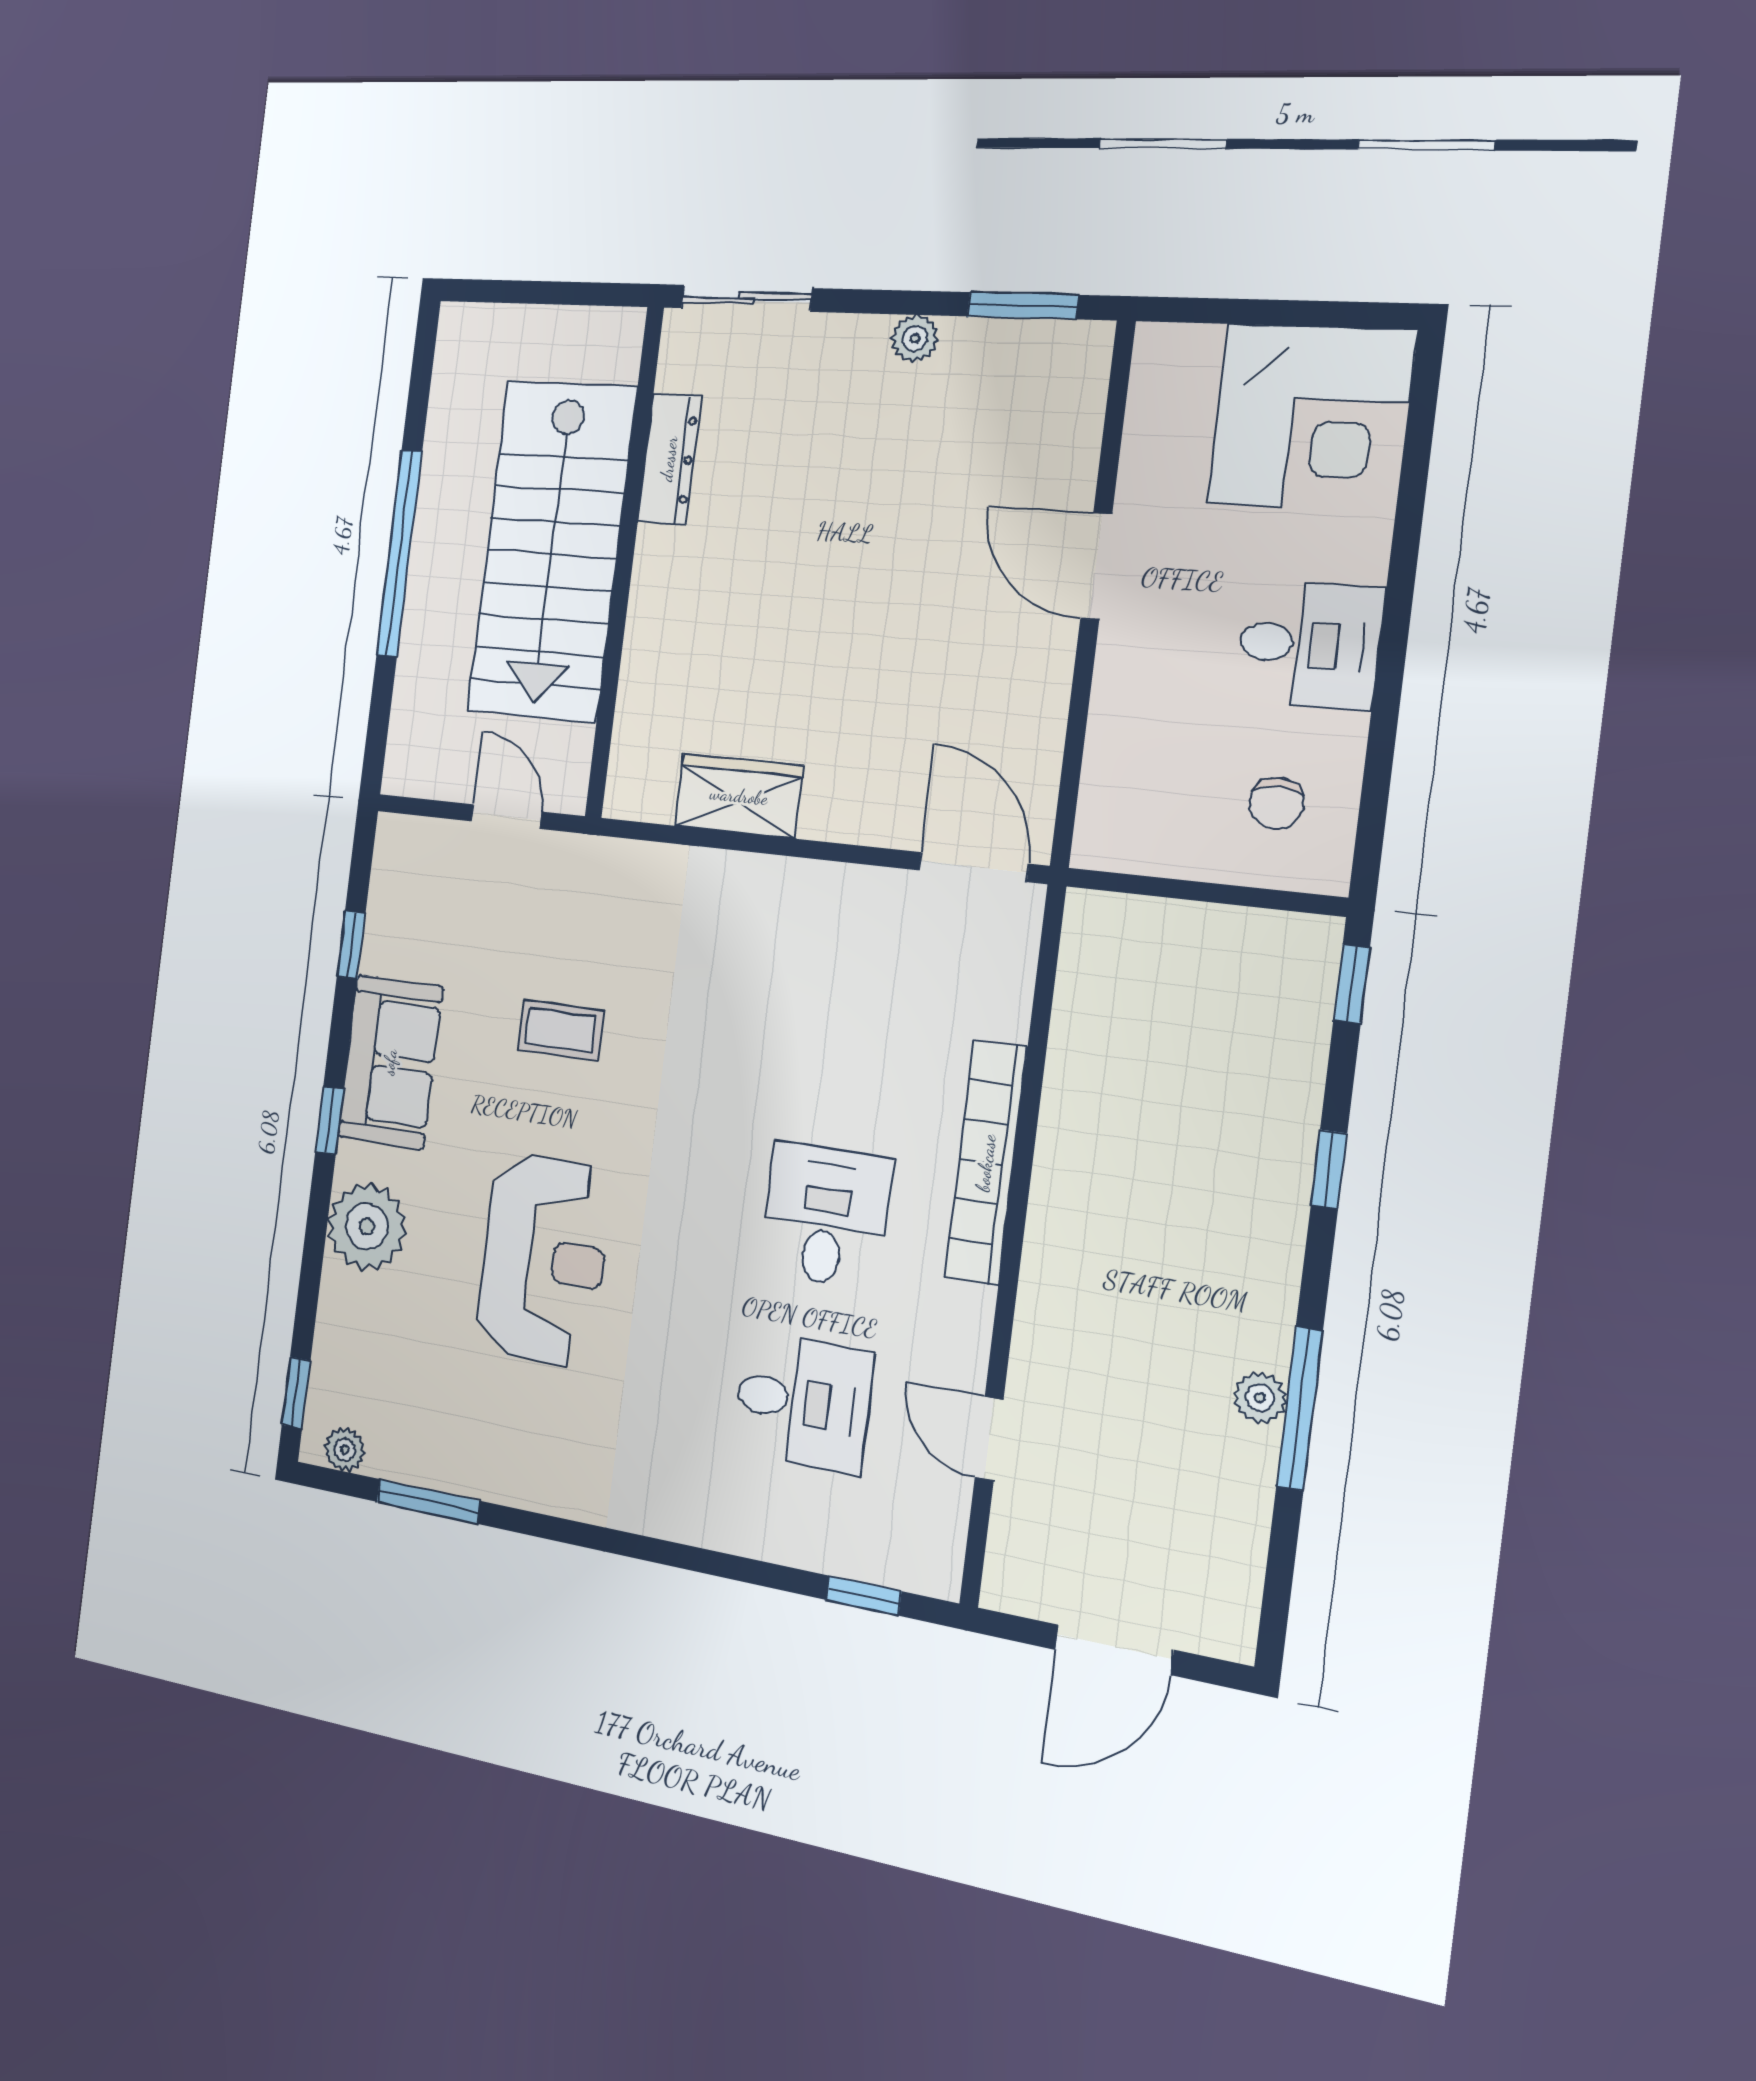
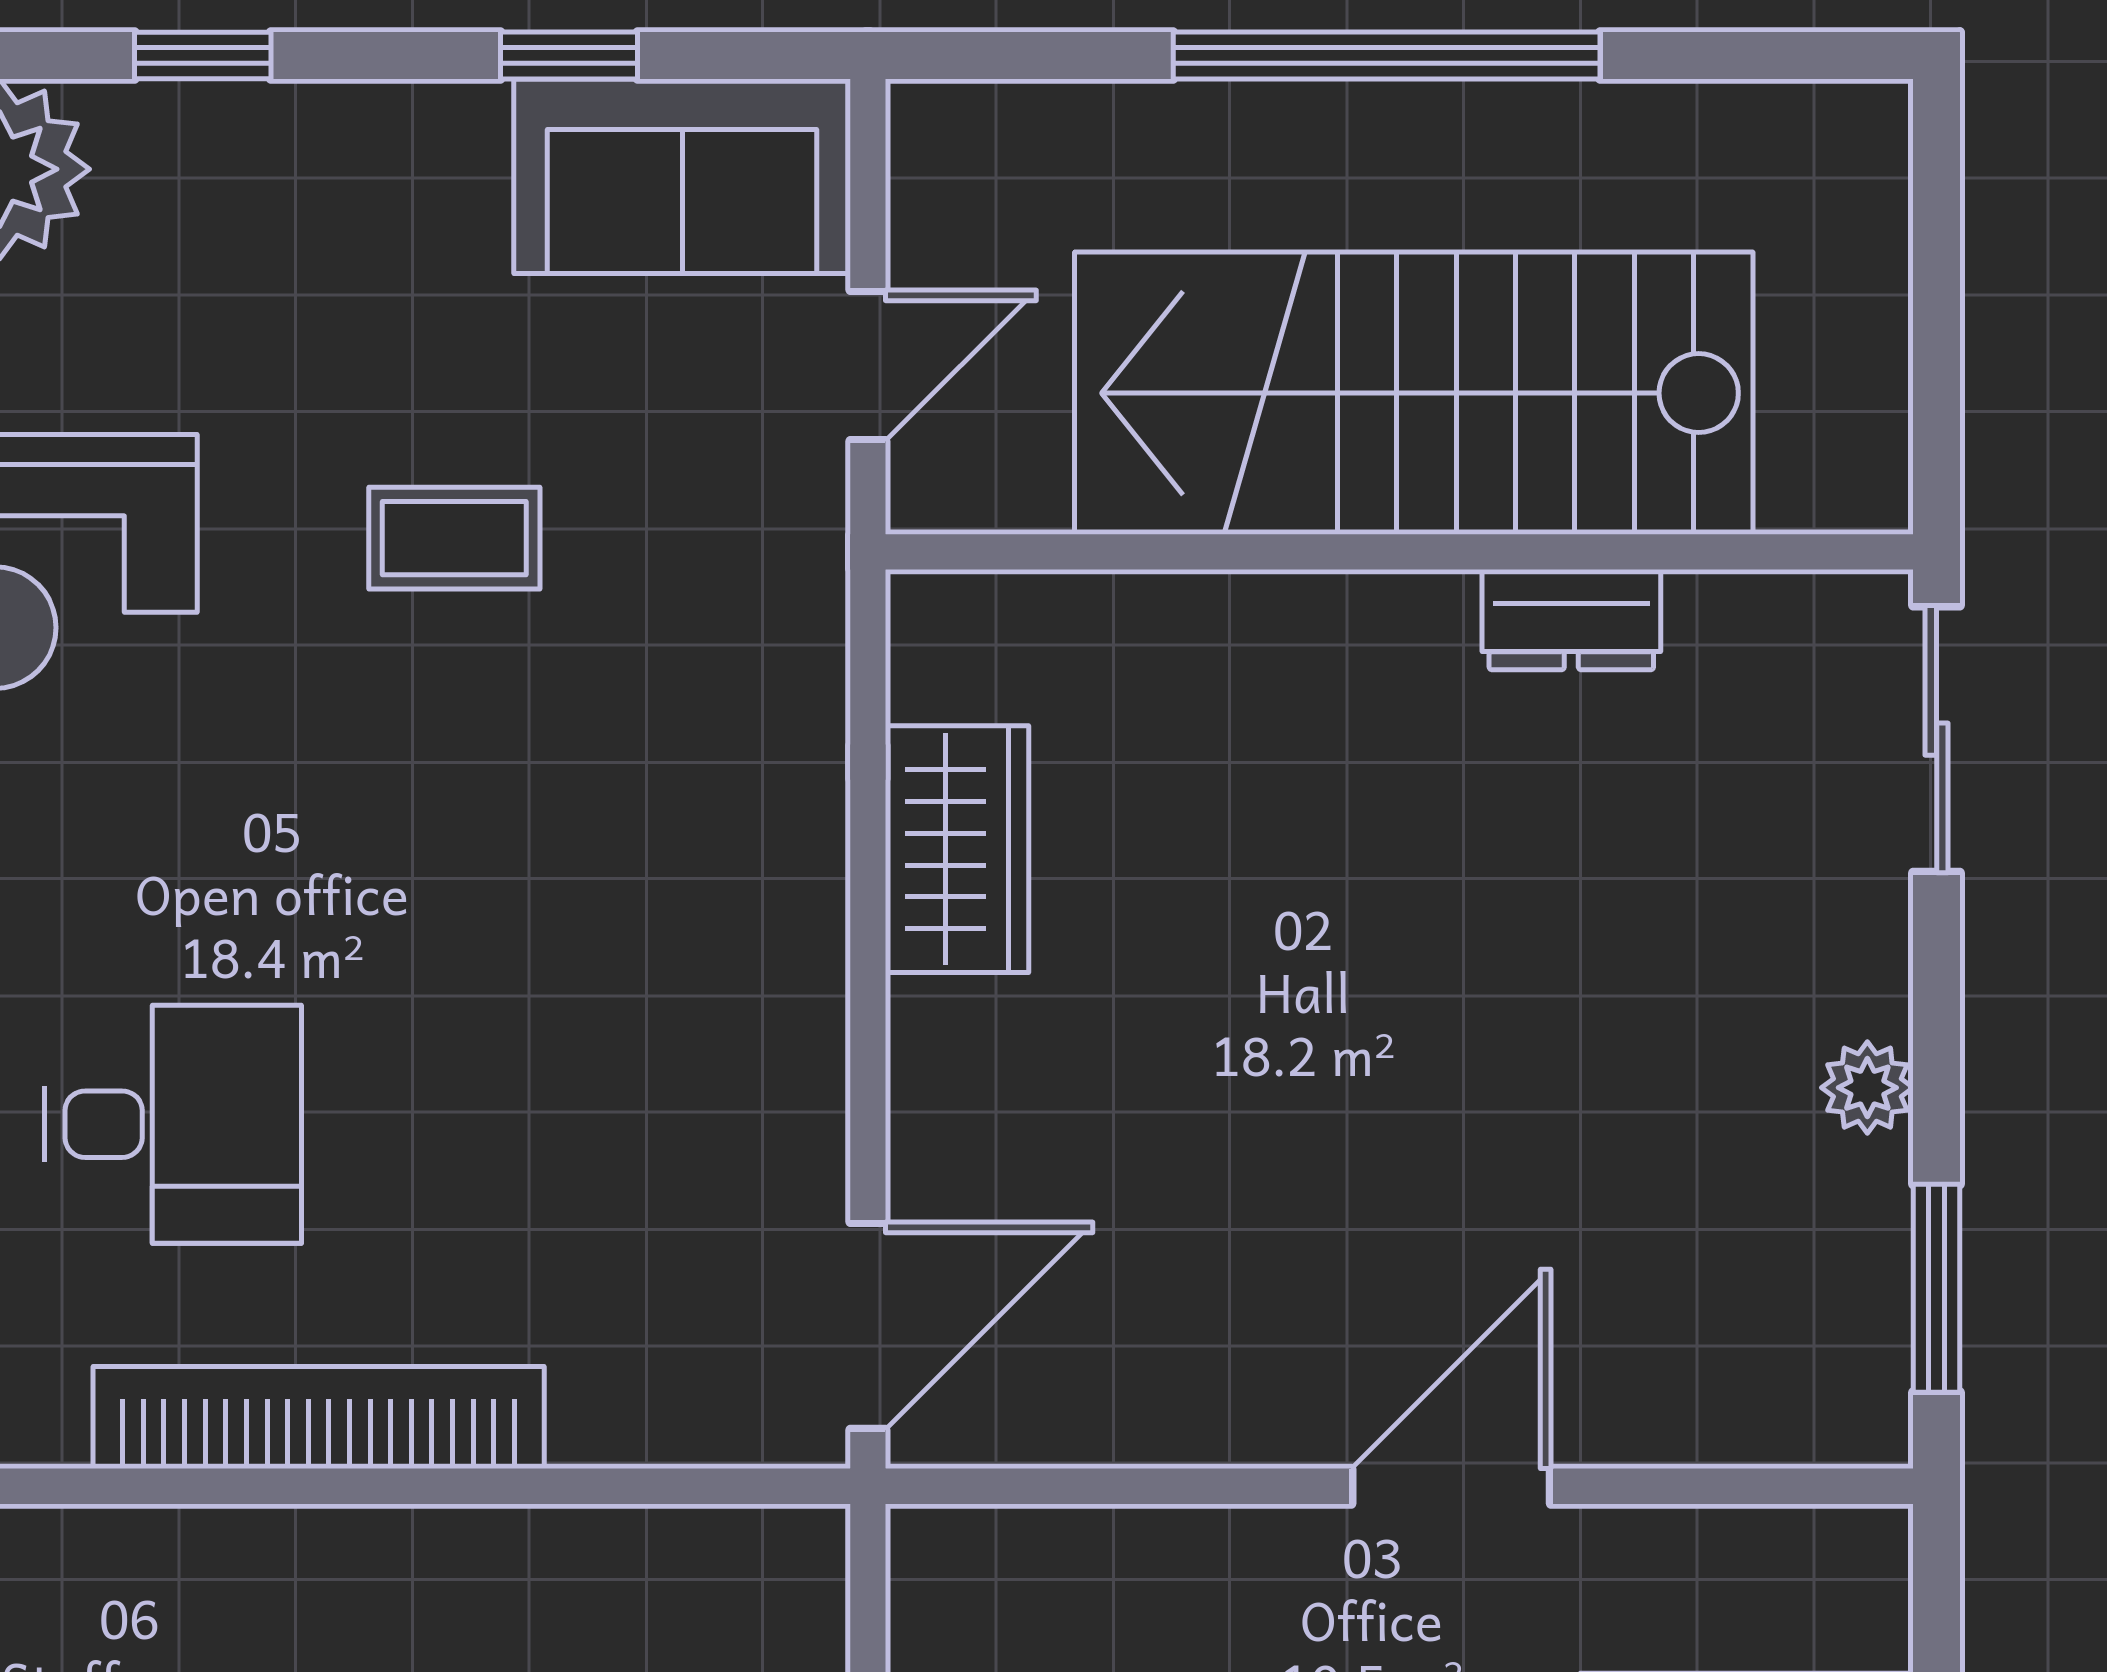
dresser: (669, 459) -> (1571, 620), width x0.70
coffee table: (560, 1030) -> (454, 538), turned 90
sofa: (390, 1062) -> (682, 176), moved

